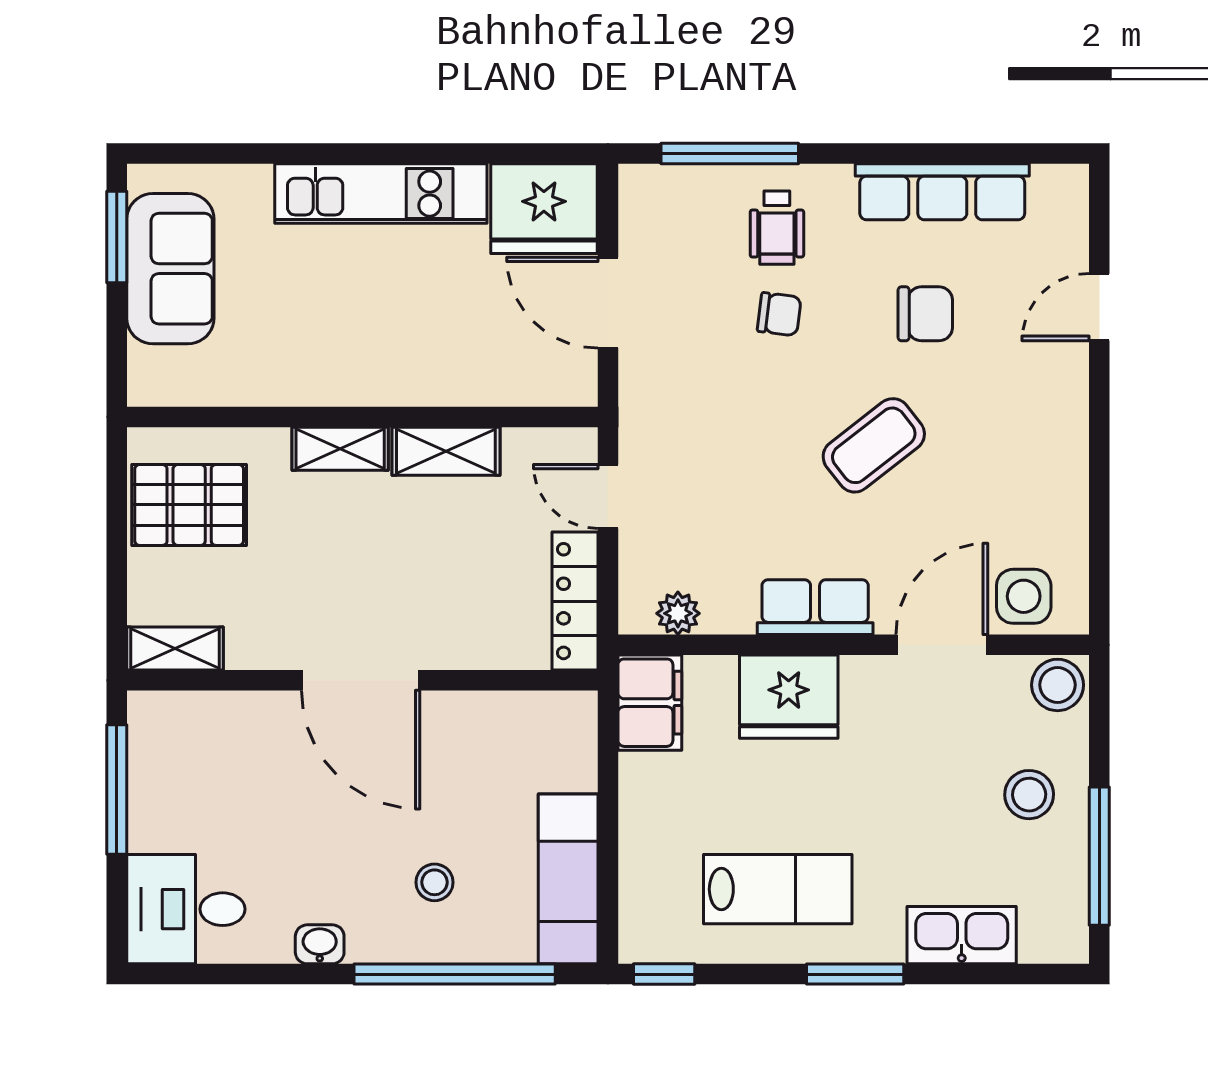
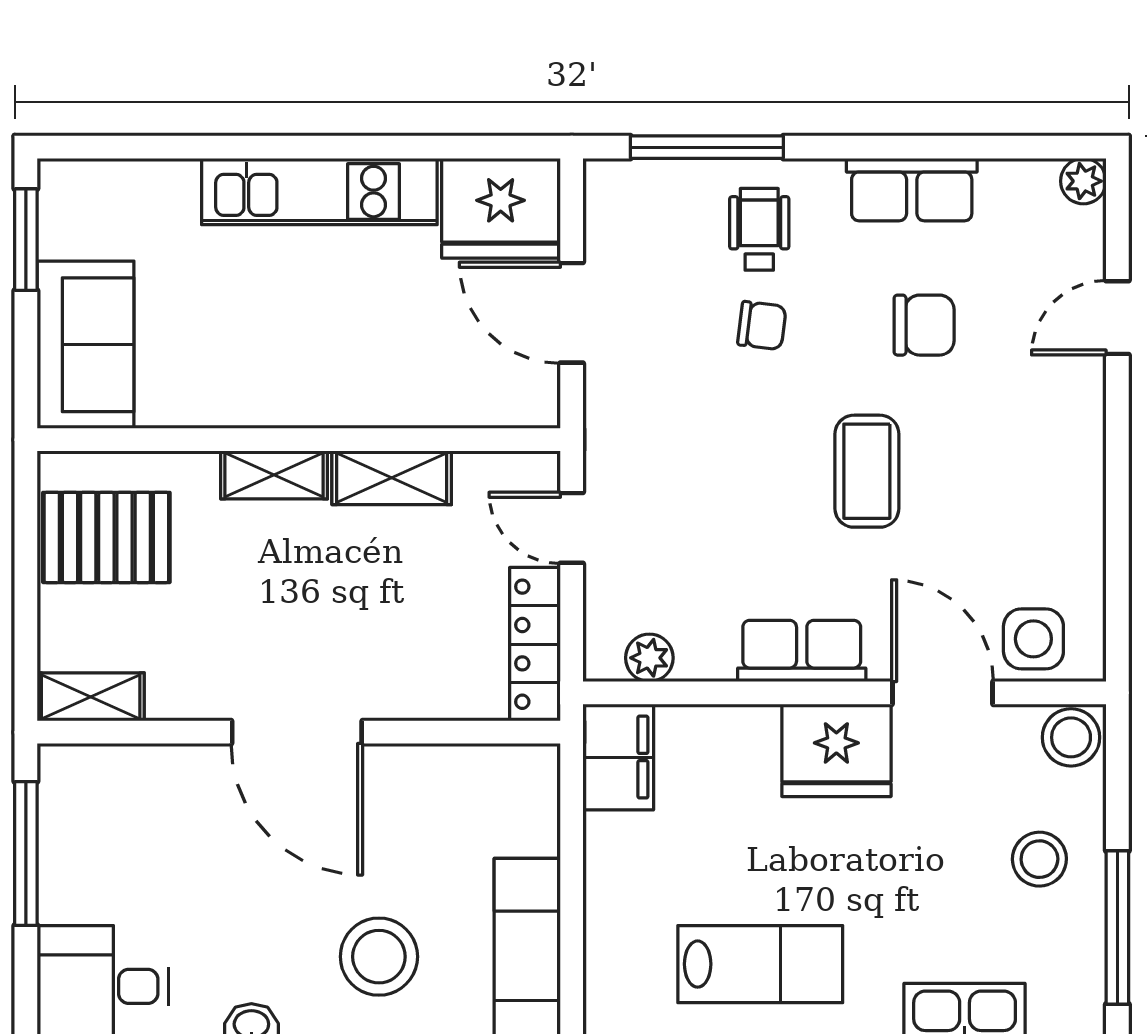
plant: (1069, 184) -> (1083, 181), added
row of seats: (942, 192) -> (912, 190), width x0.68
wheelchair: (777, 228) -> (759, 229), turned 180
sofa: (170, 269) -> (86, 345), moved
coffee table: (874, 445) -> (867, 471), turned -52
door: (942, 645) -> (942, 693), hinge flipped
fridge: (789, 697) -> (836, 750), moved
stool: (434, 882) -> (379, 957), width x1.89, depth x1.89

